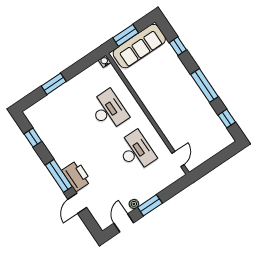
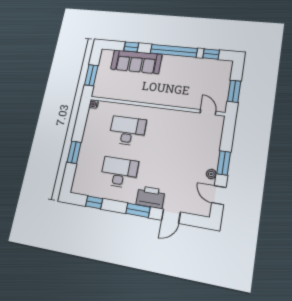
sofa: (139, 46) -> (136, 62), moved, turned 90
window: (204, 86) -> (174, 51), width x1.46
desk: (136, 151) -> (119, 172), moved
window: (211, 164) -> (234, 91), added
window: (59, 176) -> (138, 210), width x0.69
door: (77, 203) -> (171, 216), hinge flipped

